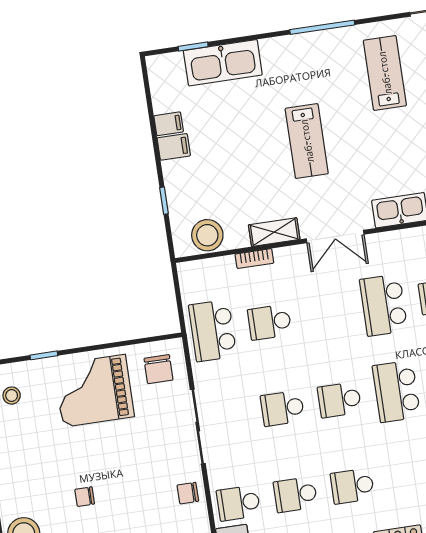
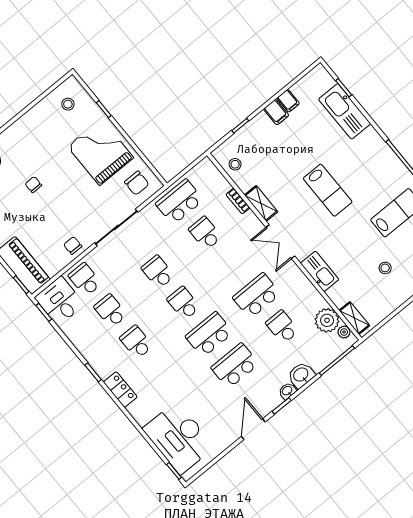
lab bench: (307, 141) -> (328, 190), turned -90
stool: (207, 235) -> (235, 164), width x0.53, depth x0.53
chair: (158, 369) -> (137, 183), turned -90

